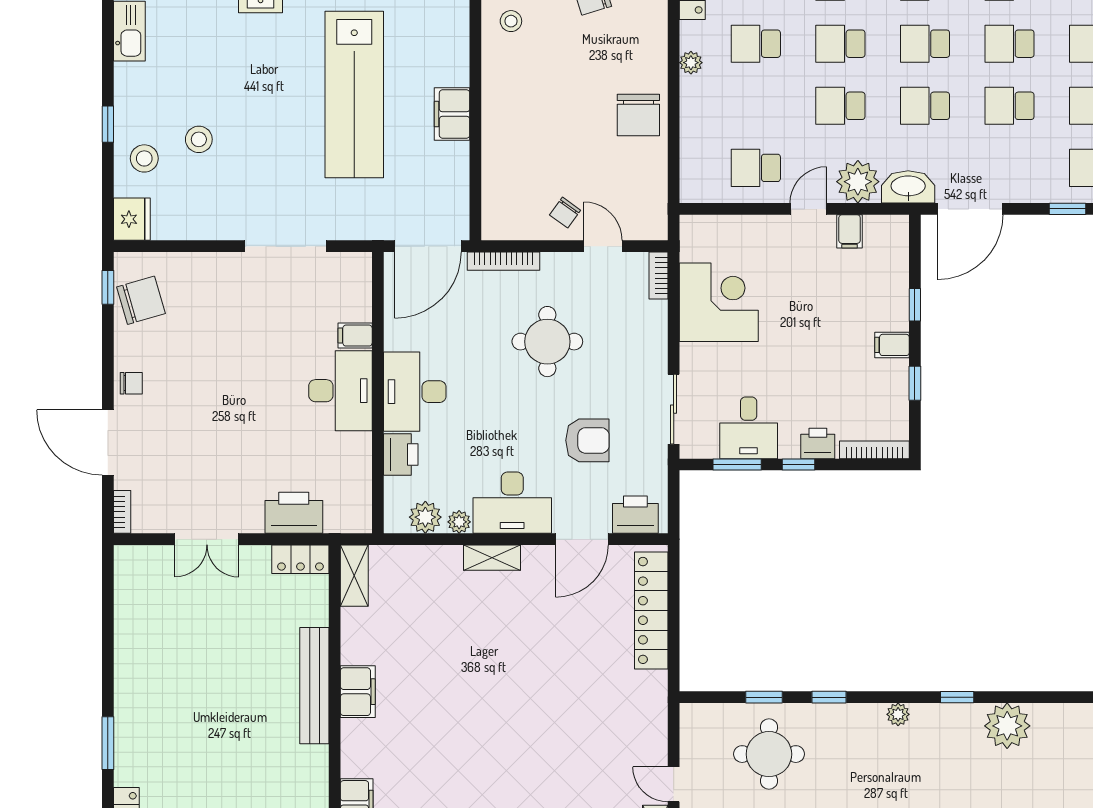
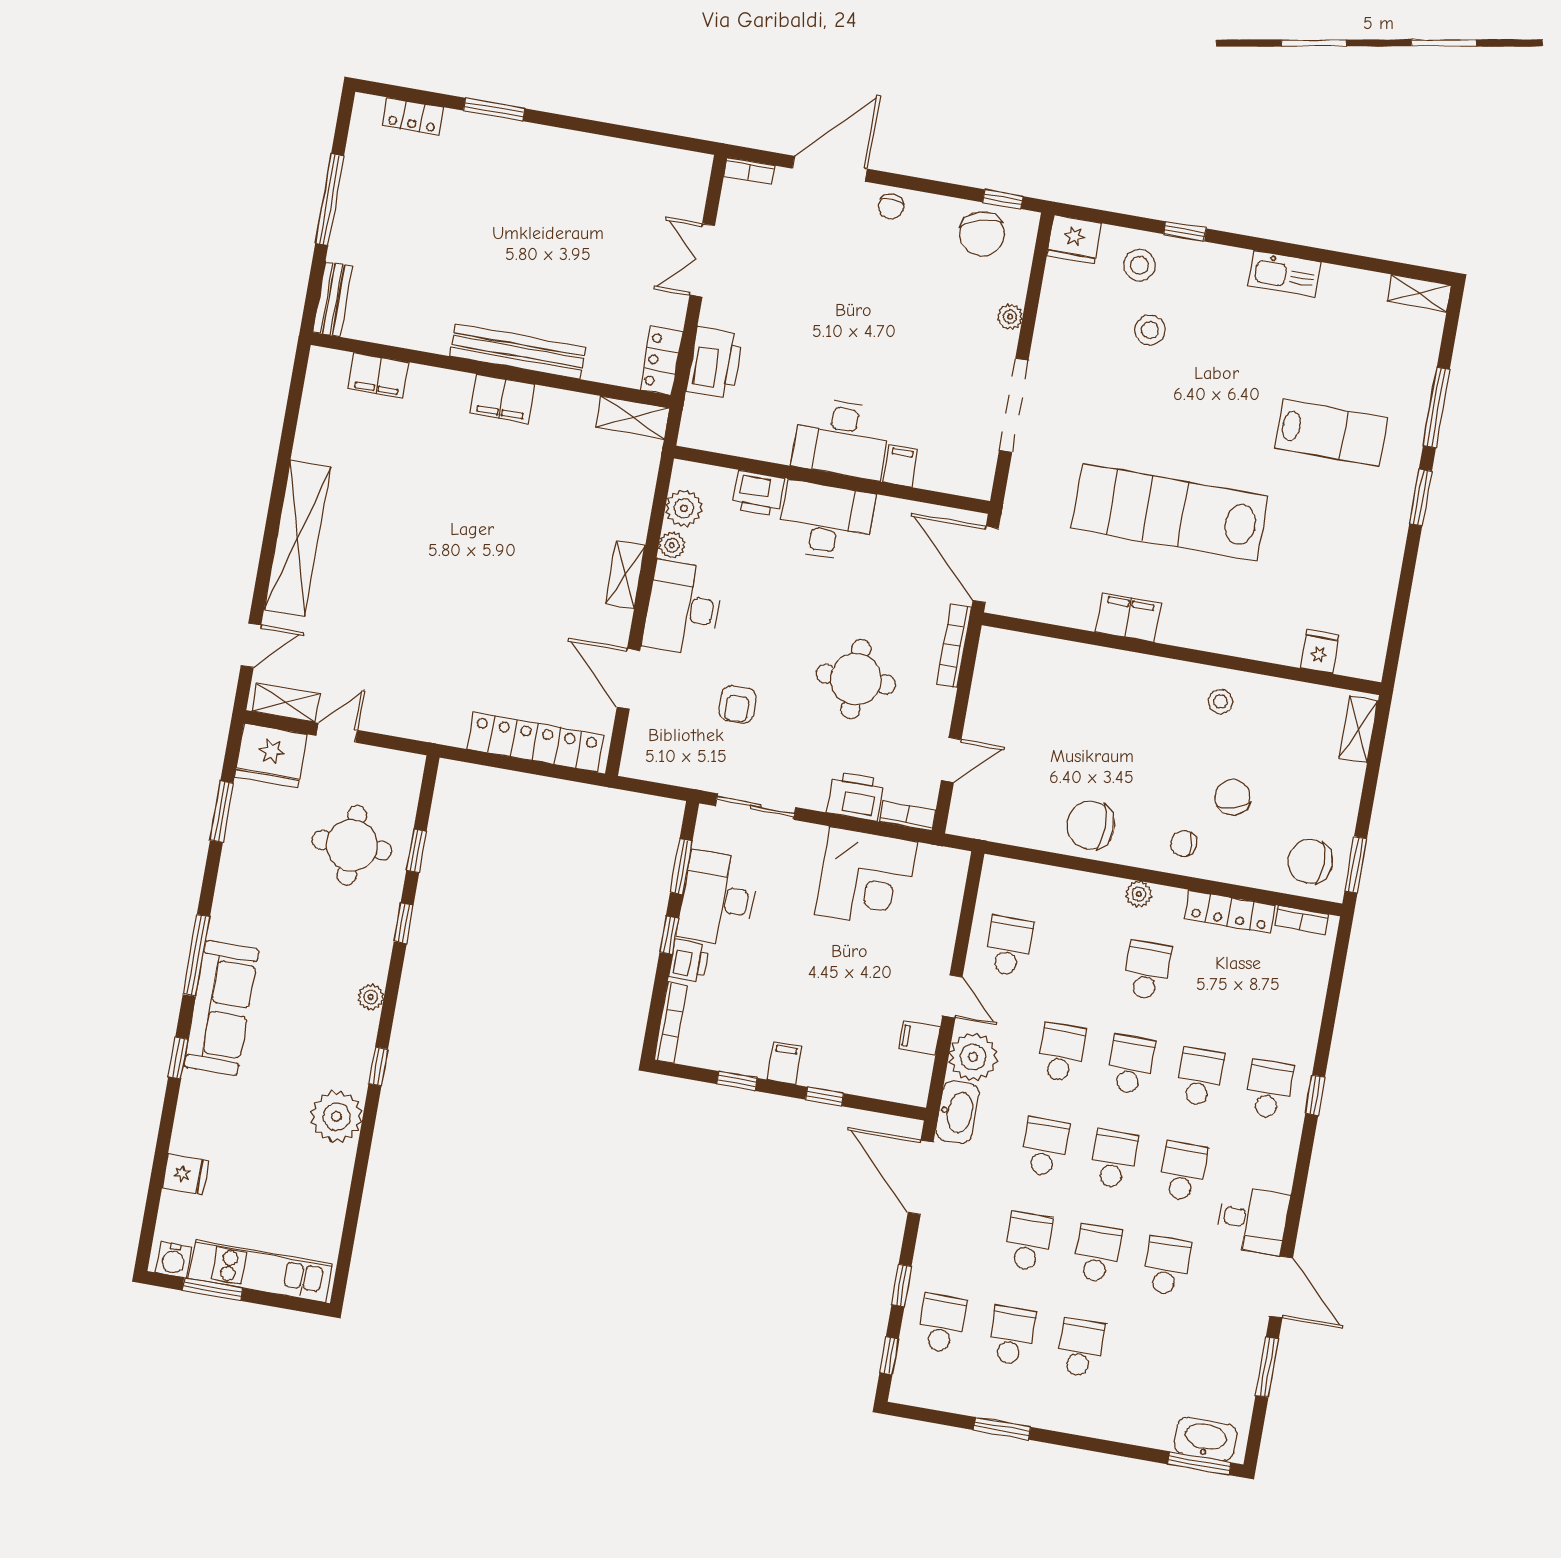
chair: (565, 213) -> (1184, 844), moved, turned -36
plant: (209, 263) -> (1010, 317), added
desk: (749, 428) -> (718, 899), width x1.37
armchair: (587, 440) -> (738, 704), width x0.72, depth x0.72
printer: (635, 515) -> (855, 796), moved, turned -90

